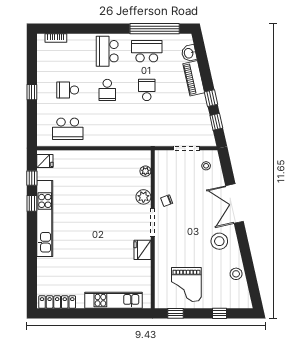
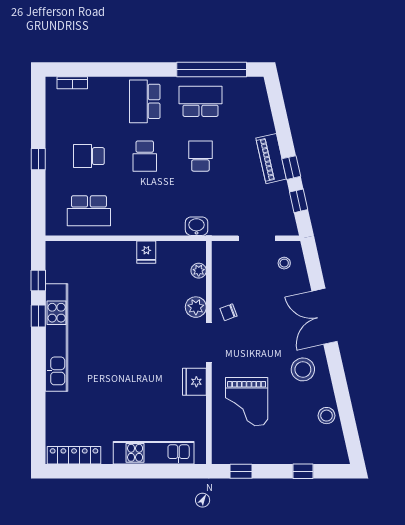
washbasin: (189, 53) -> (197, 226), moved, turned 103
piano: (194, 78) -> (271, 159), moved
fridge: (45, 161) -> (146, 252), moved, turned 90
grand piano: (186, 285) -> (247, 402), moved

